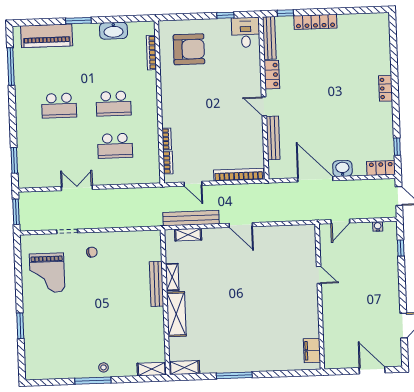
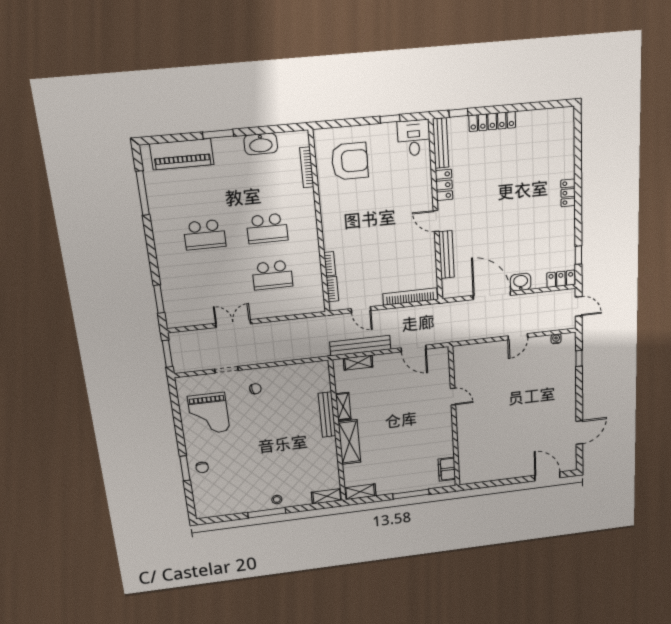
door: (319, 275) -> (453, 397), moved
wall: (320, 297) -> (454, 418), moved
chair: (36, 327) -> (202, 467), added
filing cabinet: (312, 351) -> (447, 469), moved

